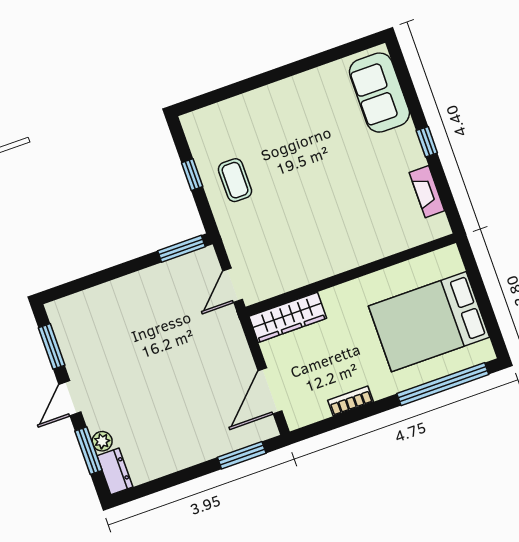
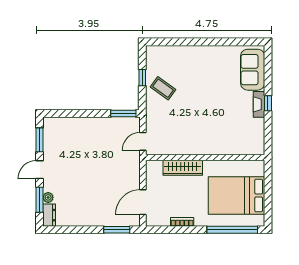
coffee table: (235, 180) -> (163, 88), turned -54
fireplace: (427, 192) -> (259, 104), moved
wardrobe: (288, 317) -> (183, 168), moved

